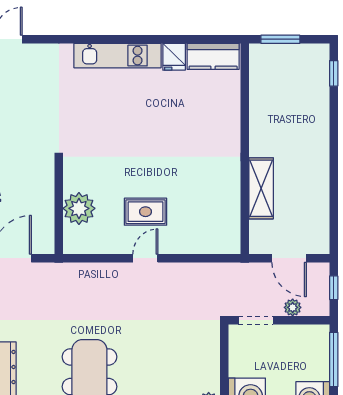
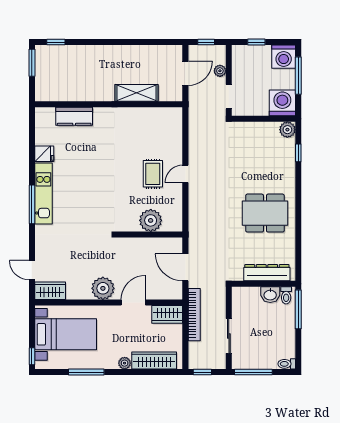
window: (102, 39) -> (32, 204), added
window: (280, 39) -> (32, 63), moved
kitchen counter: (213, 56) -> (74, 116), moved, turned 90
door: (145, 258) -> (185, 174), hinge flipped
window: (334, 359) -> (256, 42), width x0.46

